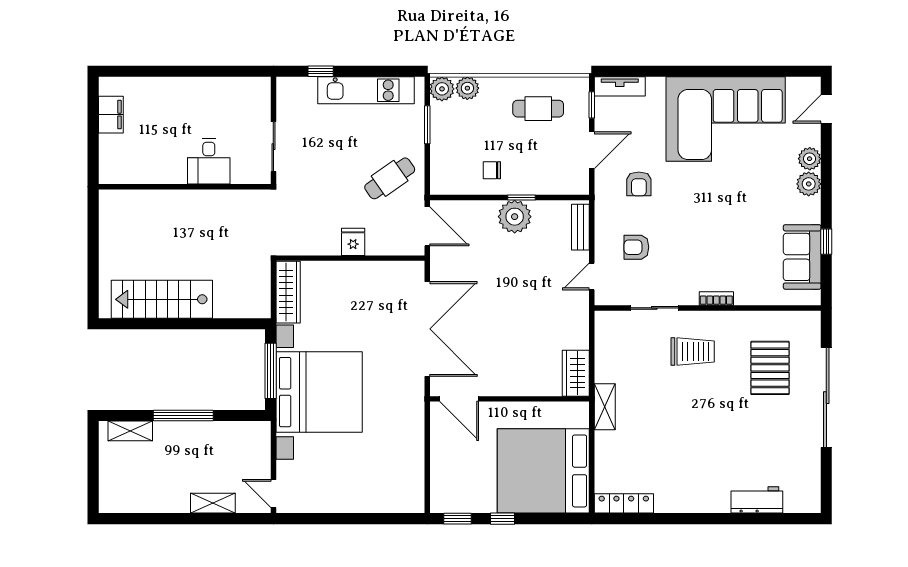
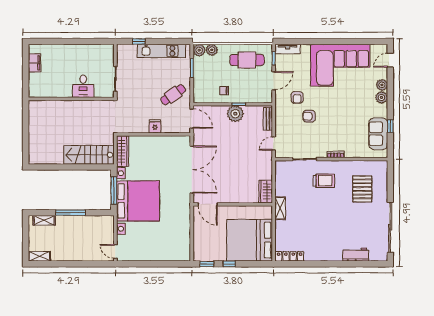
cafe table: (538, 109) -> (247, 60), width x1.37, depth x1.35
armchair: (636, 247) -> (309, 116), moved
stairs: (162, 299) -> (89, 155), moved
sliding door: (826, 398) -> (390, 227), moved
shelving: (213, 503) -> (39, 256), moved

